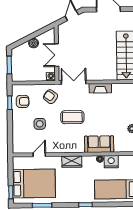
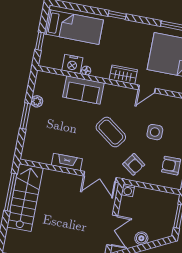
double door: (57, 55) -> (112, 230), moved
coffee table: (72, 117) -> (111, 132), turned 36
door: (39, 155) -> (147, 89), moved

